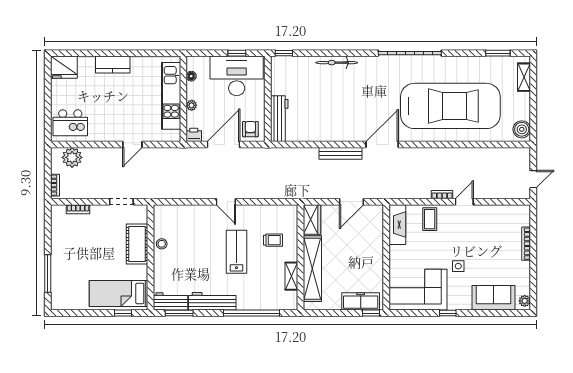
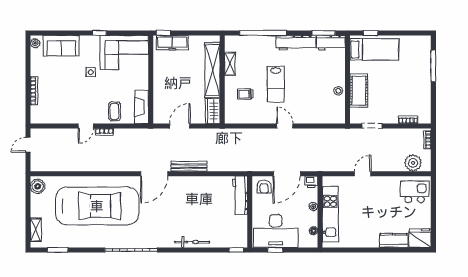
kitchen counter: (113, 65) -> (394, 240), moved
car: (450, 106) -> (97, 206), turned 180

